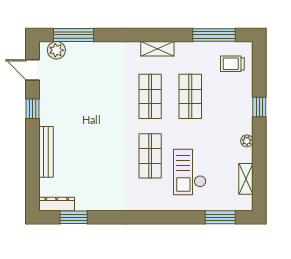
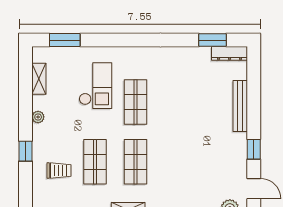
trolley: (232, 64) -> (59, 171), moved

